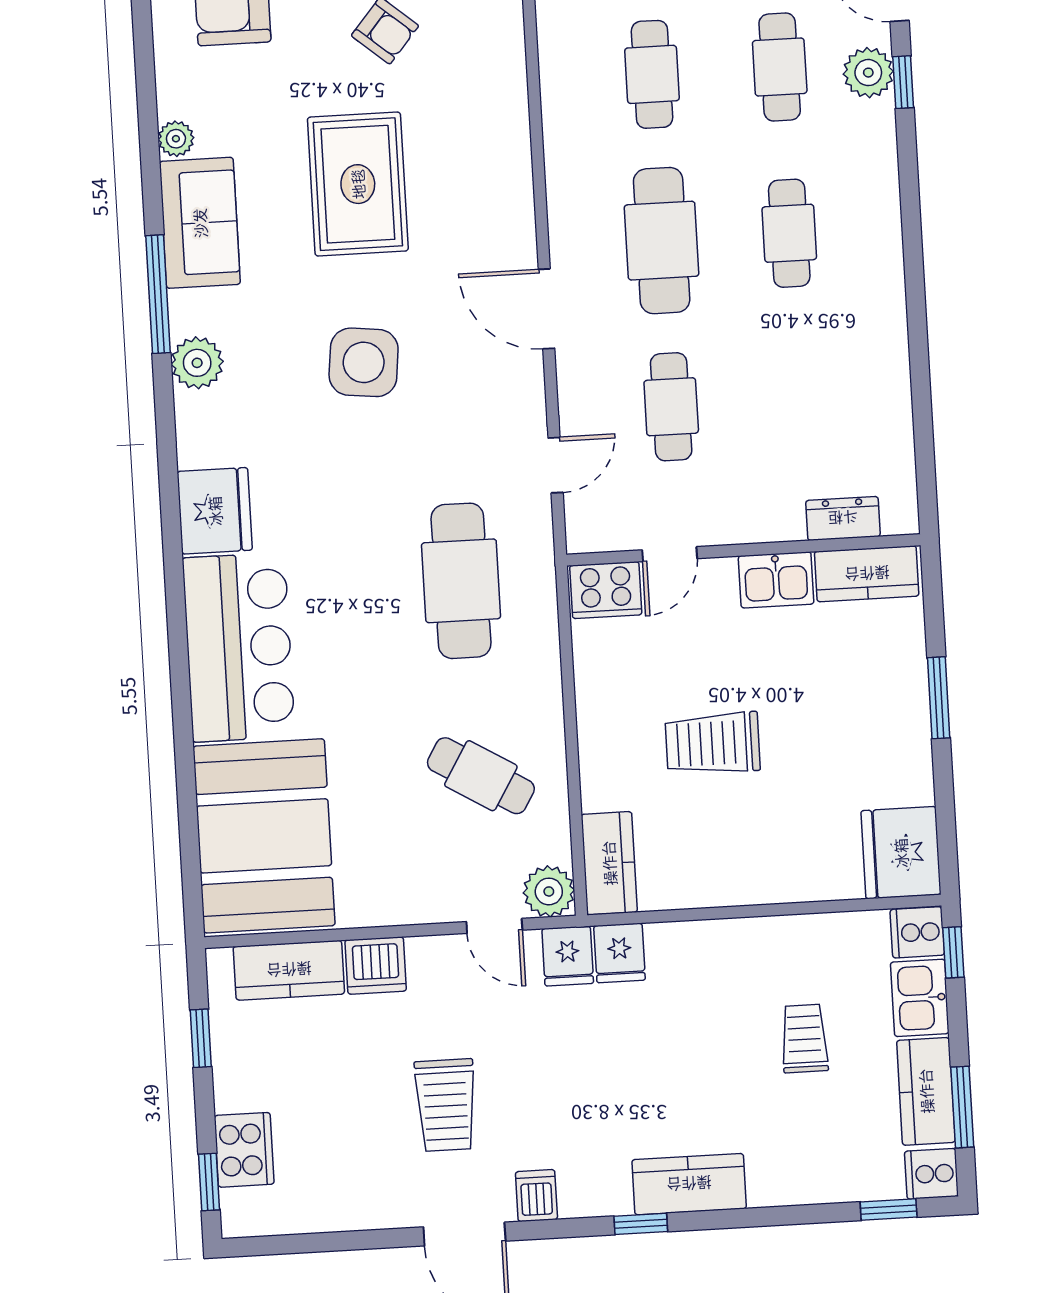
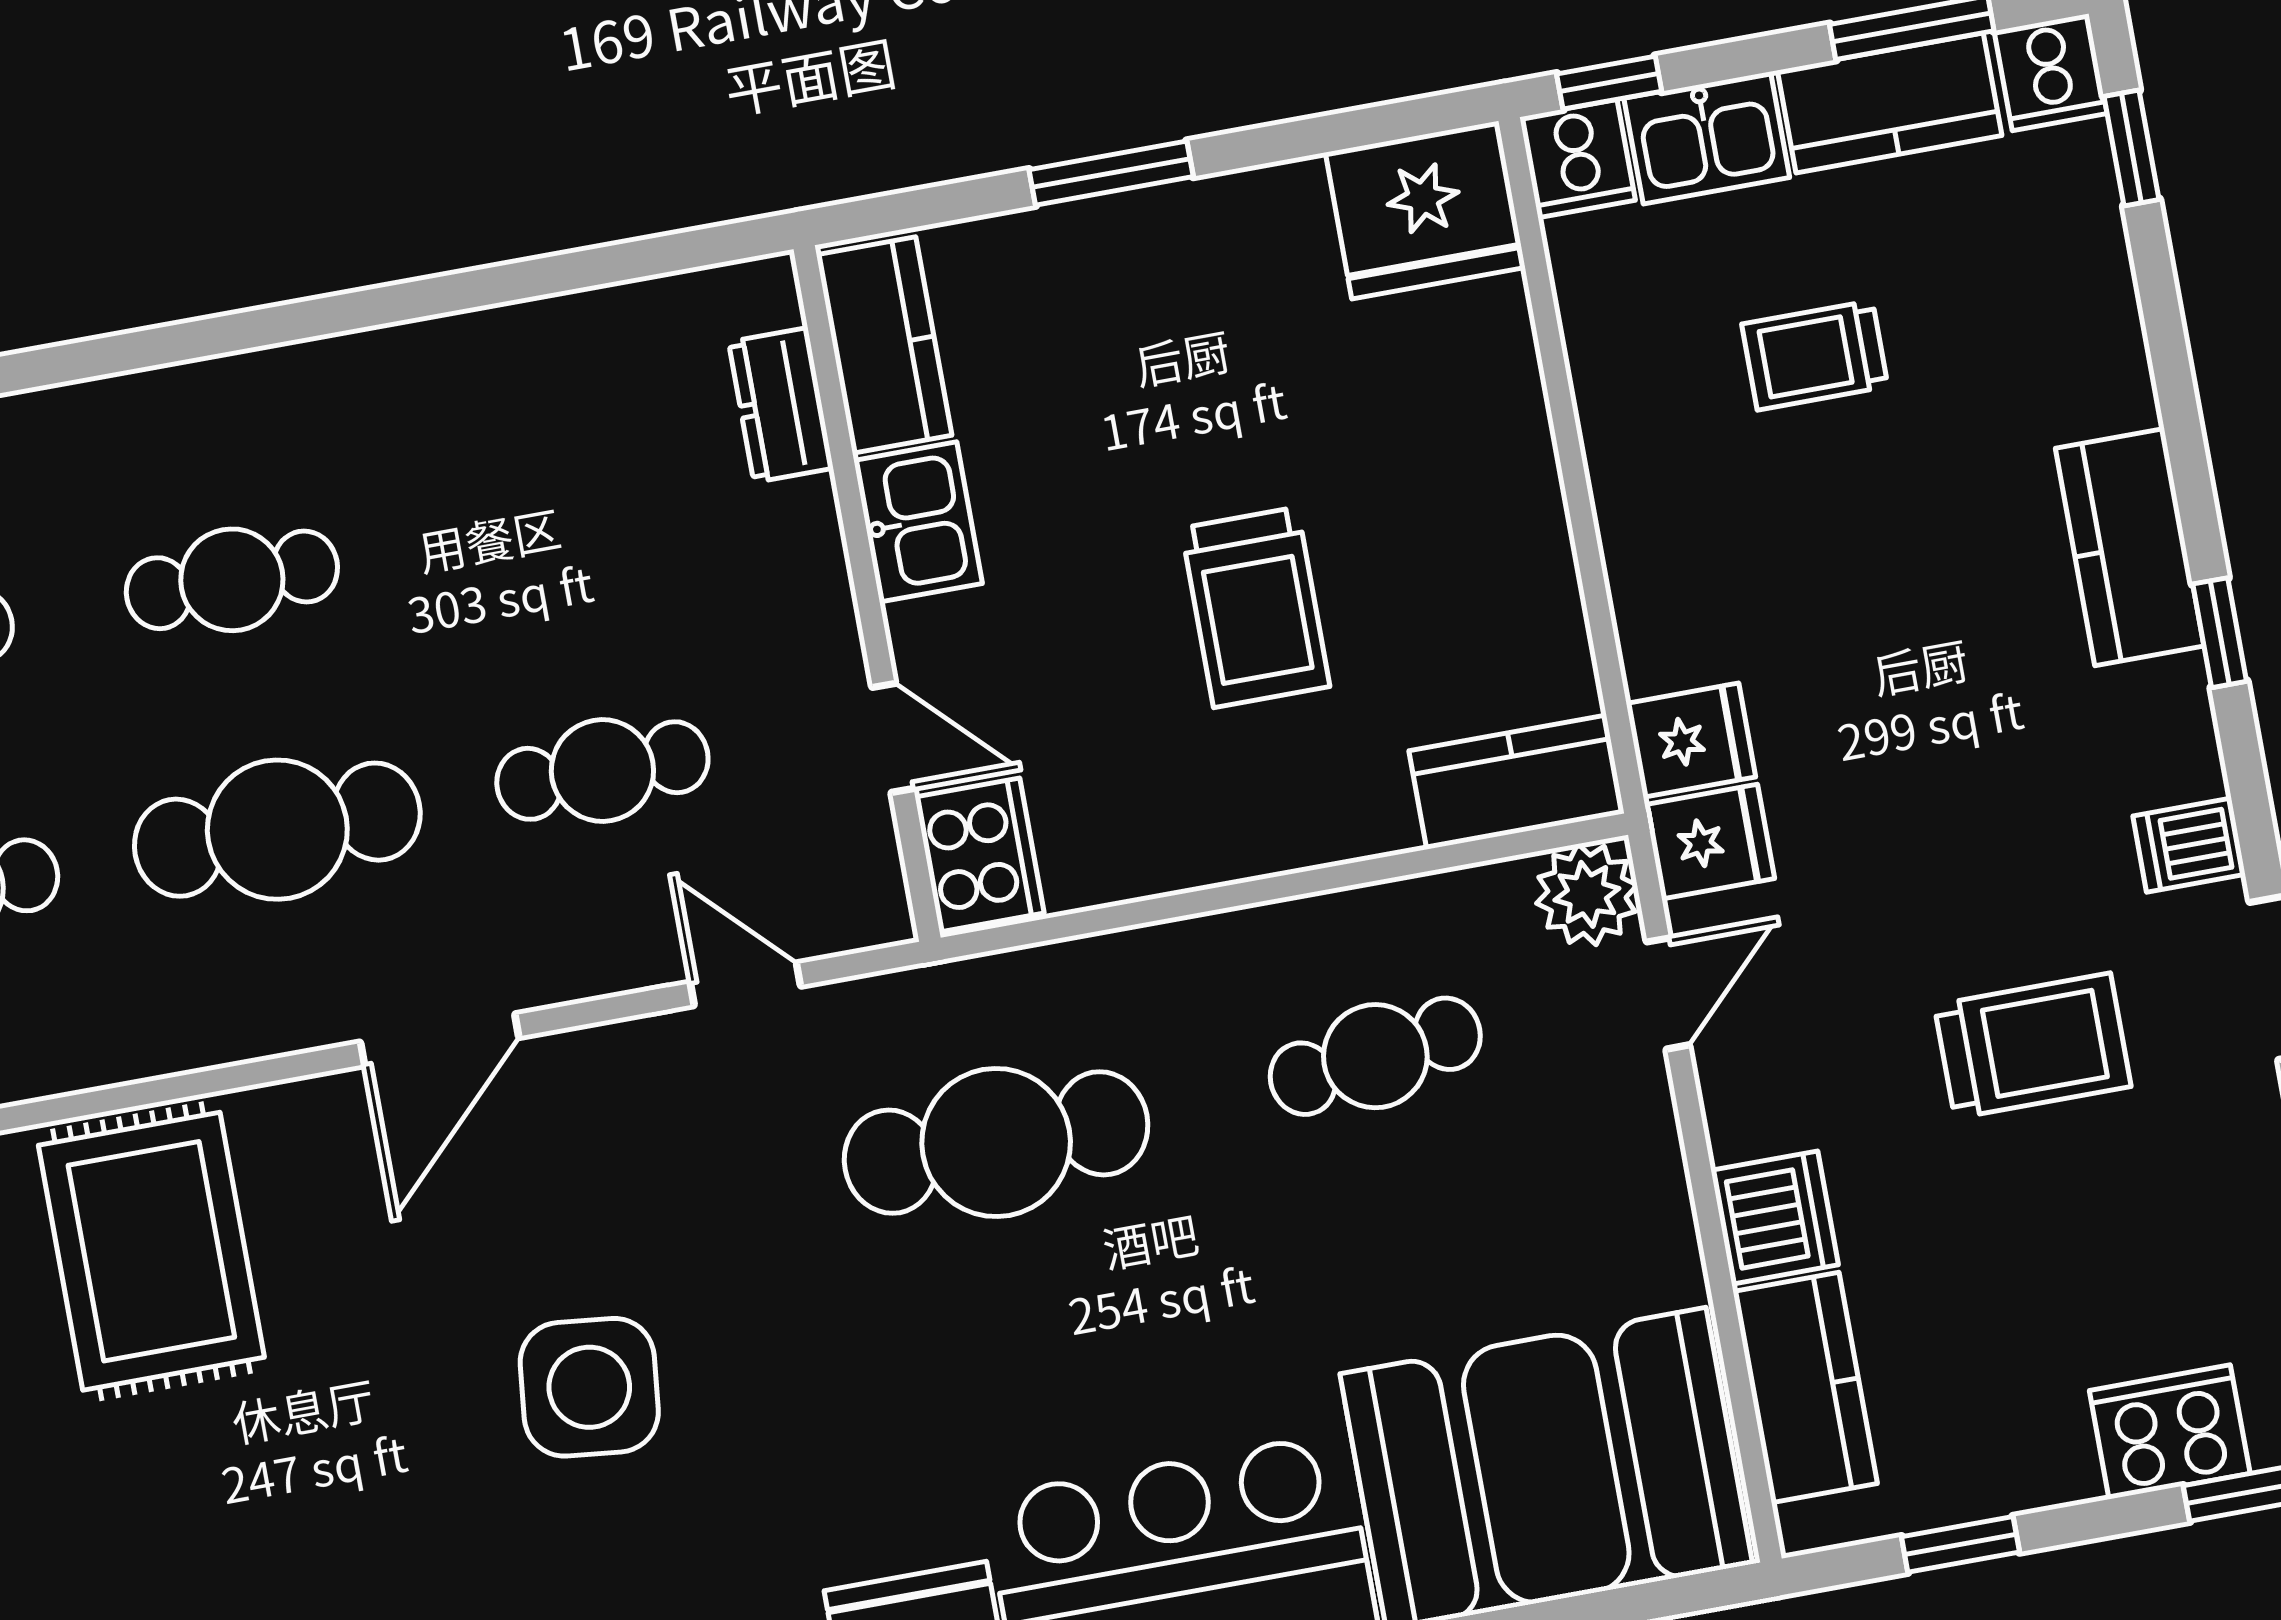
rug: (358, 184) -> (151, 1251), moved, turned 90
cafe table: (481, 776) -> (1375, 1056), turned 52

